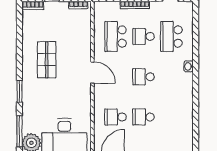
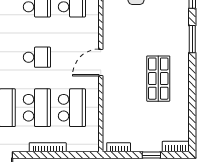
school desk: (143, 37) -> (37, 108), width x1.85
door: (92, 73) -> (101, 63), hinge flipped

